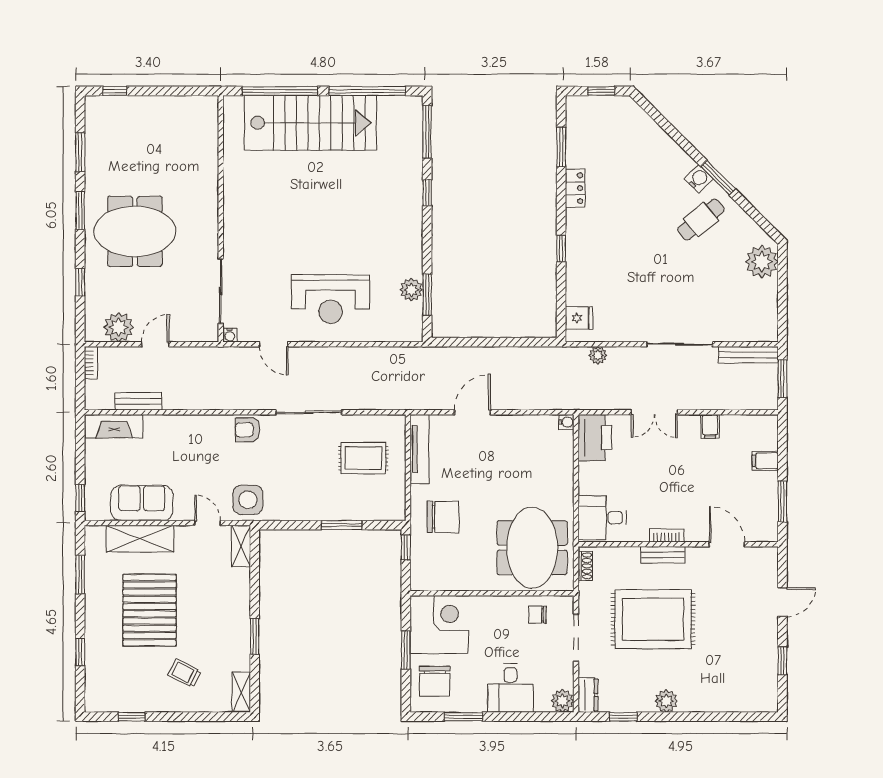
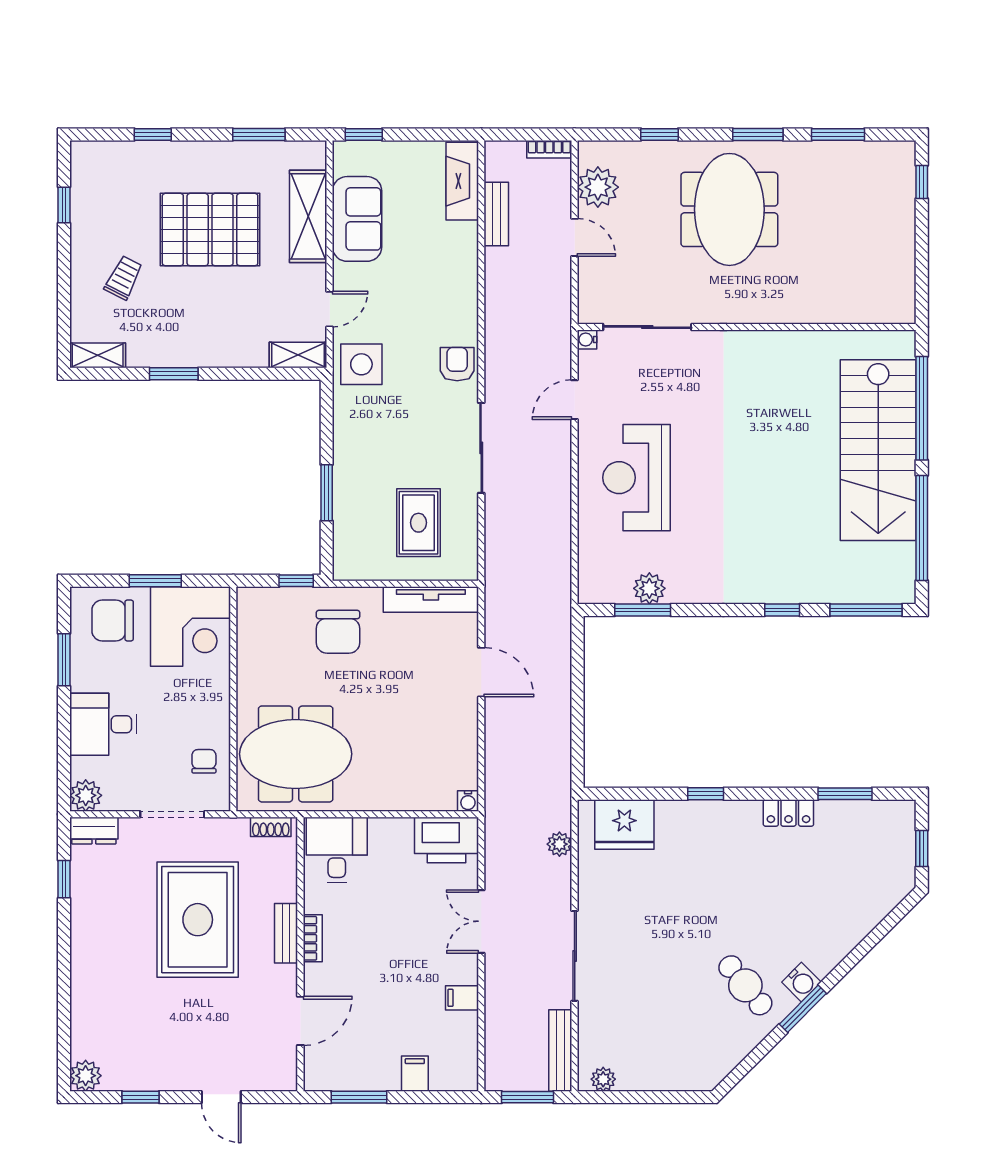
plant: (762, 262) -> (603, 1079), moved, width x0.53, depth x0.53
fridge: (579, 318) -> (624, 825), width x1.88, depth x1.34
plant: (666, 701) -> (86, 1076), moved

